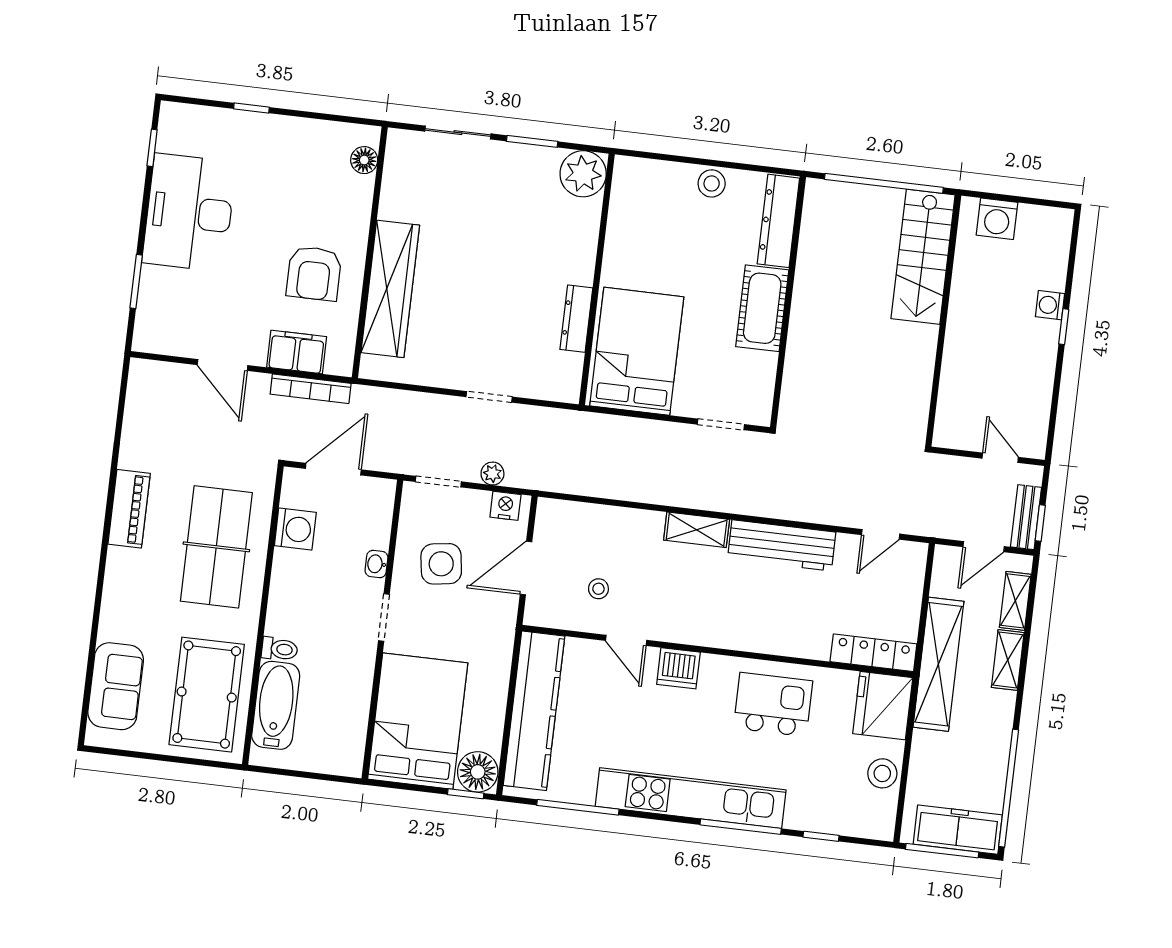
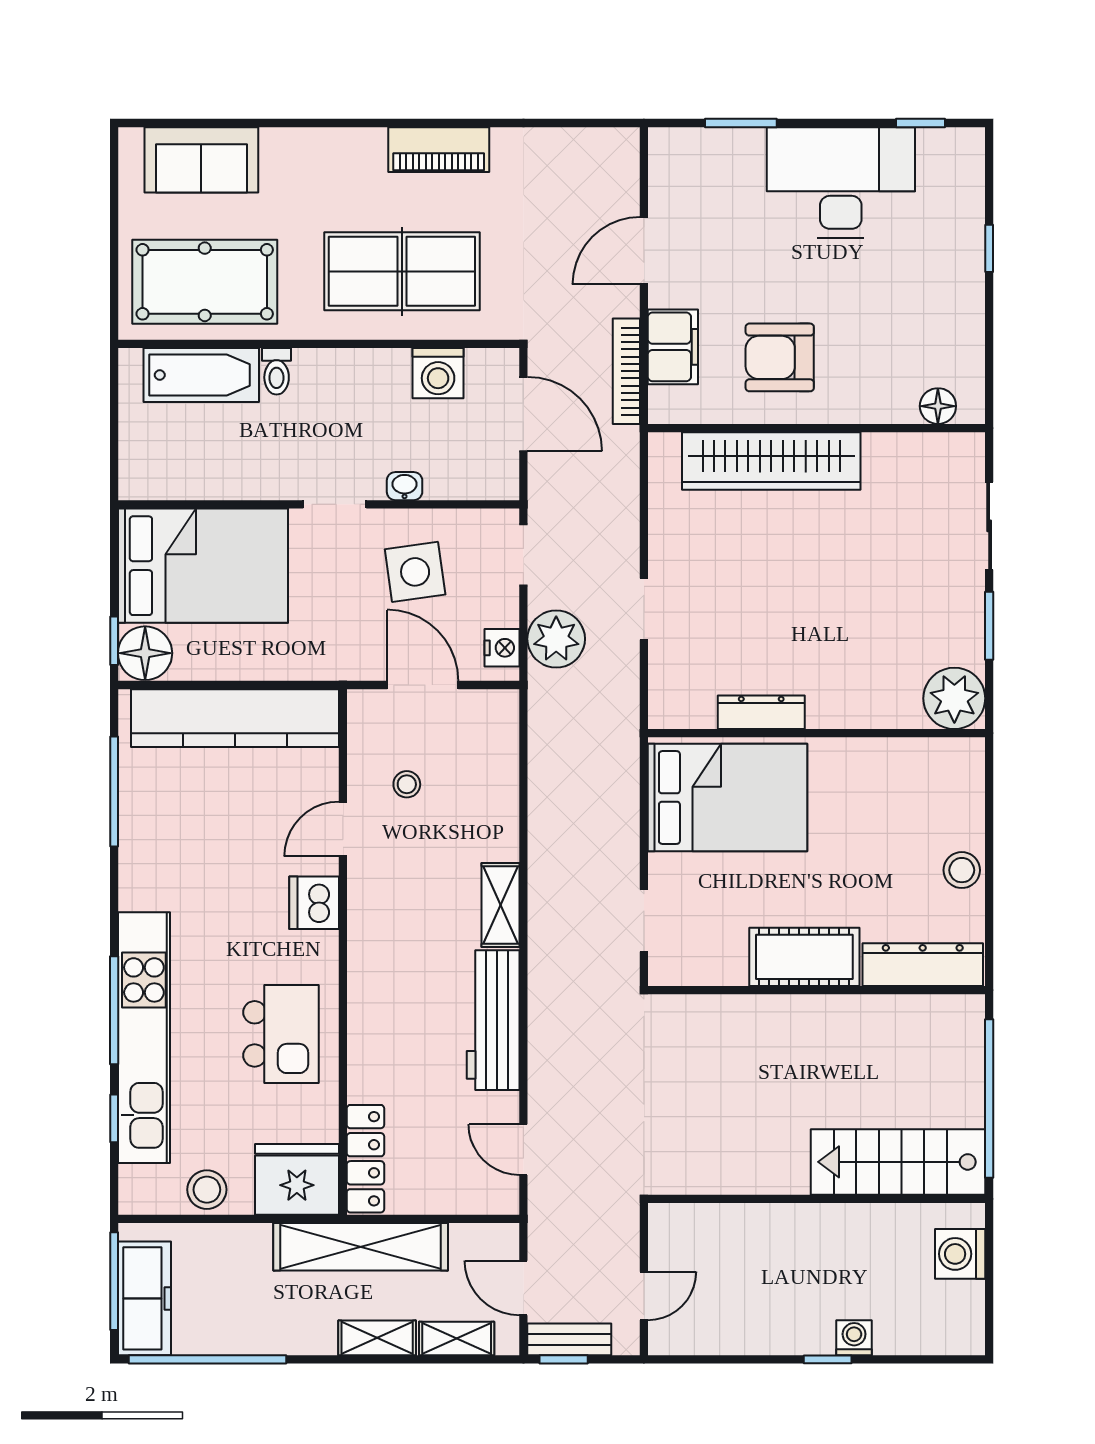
plant: (492, 474) -> (556, 639), width x1.88, depth x1.88
kitchen unit: (691, 798) -> (144, 1038), moved

